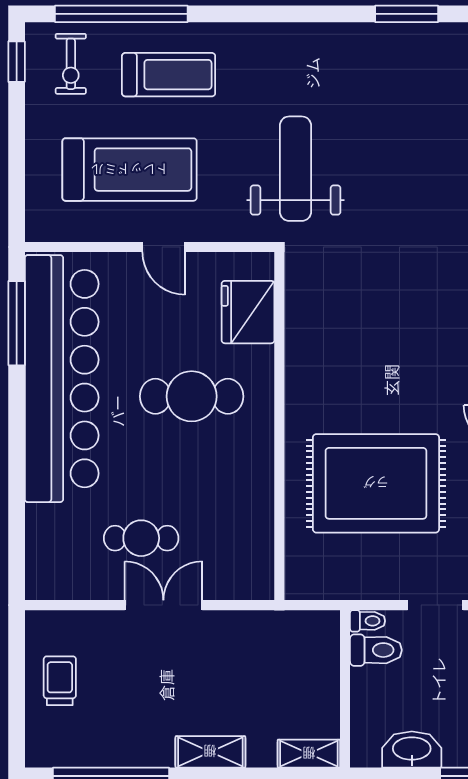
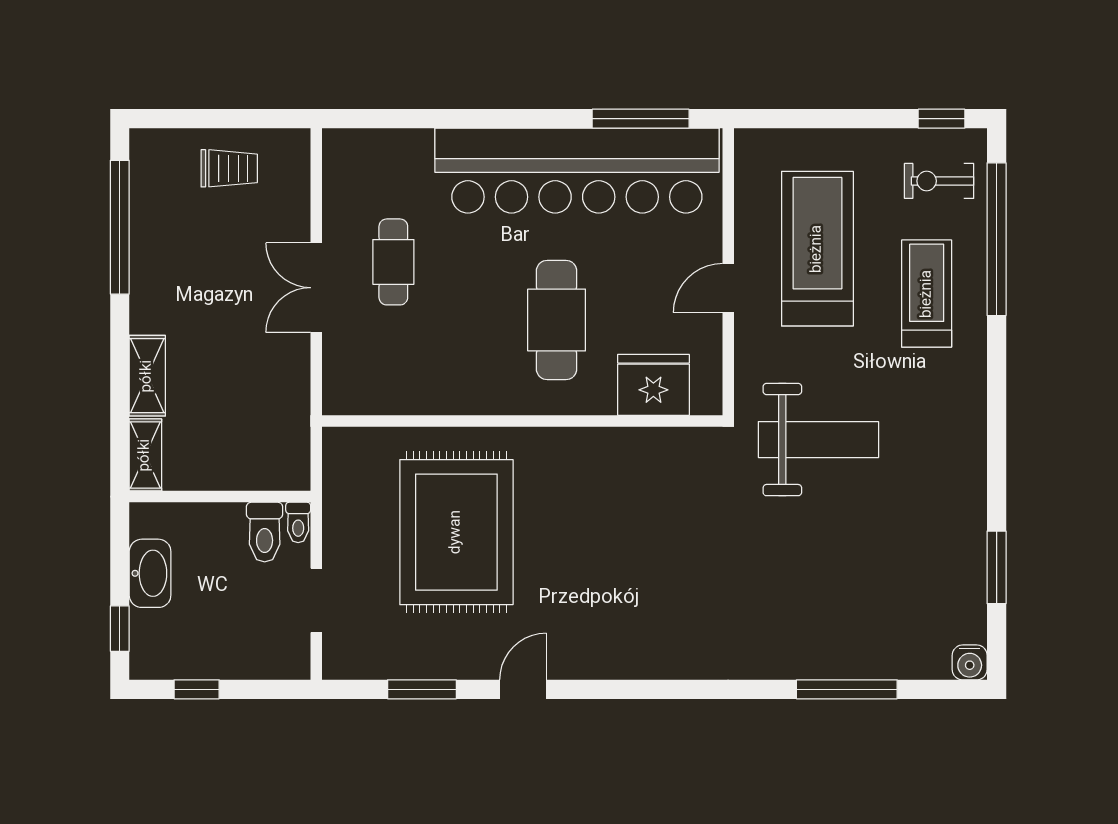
treadmill: (169, 75) -> (927, 294), turned 180
treadmill: (130, 170) -> (817, 249), turned 180
double door: (163, 605) -> (316, 288), swing flipped
shelving: (210, 752) -> (147, 376), moved

